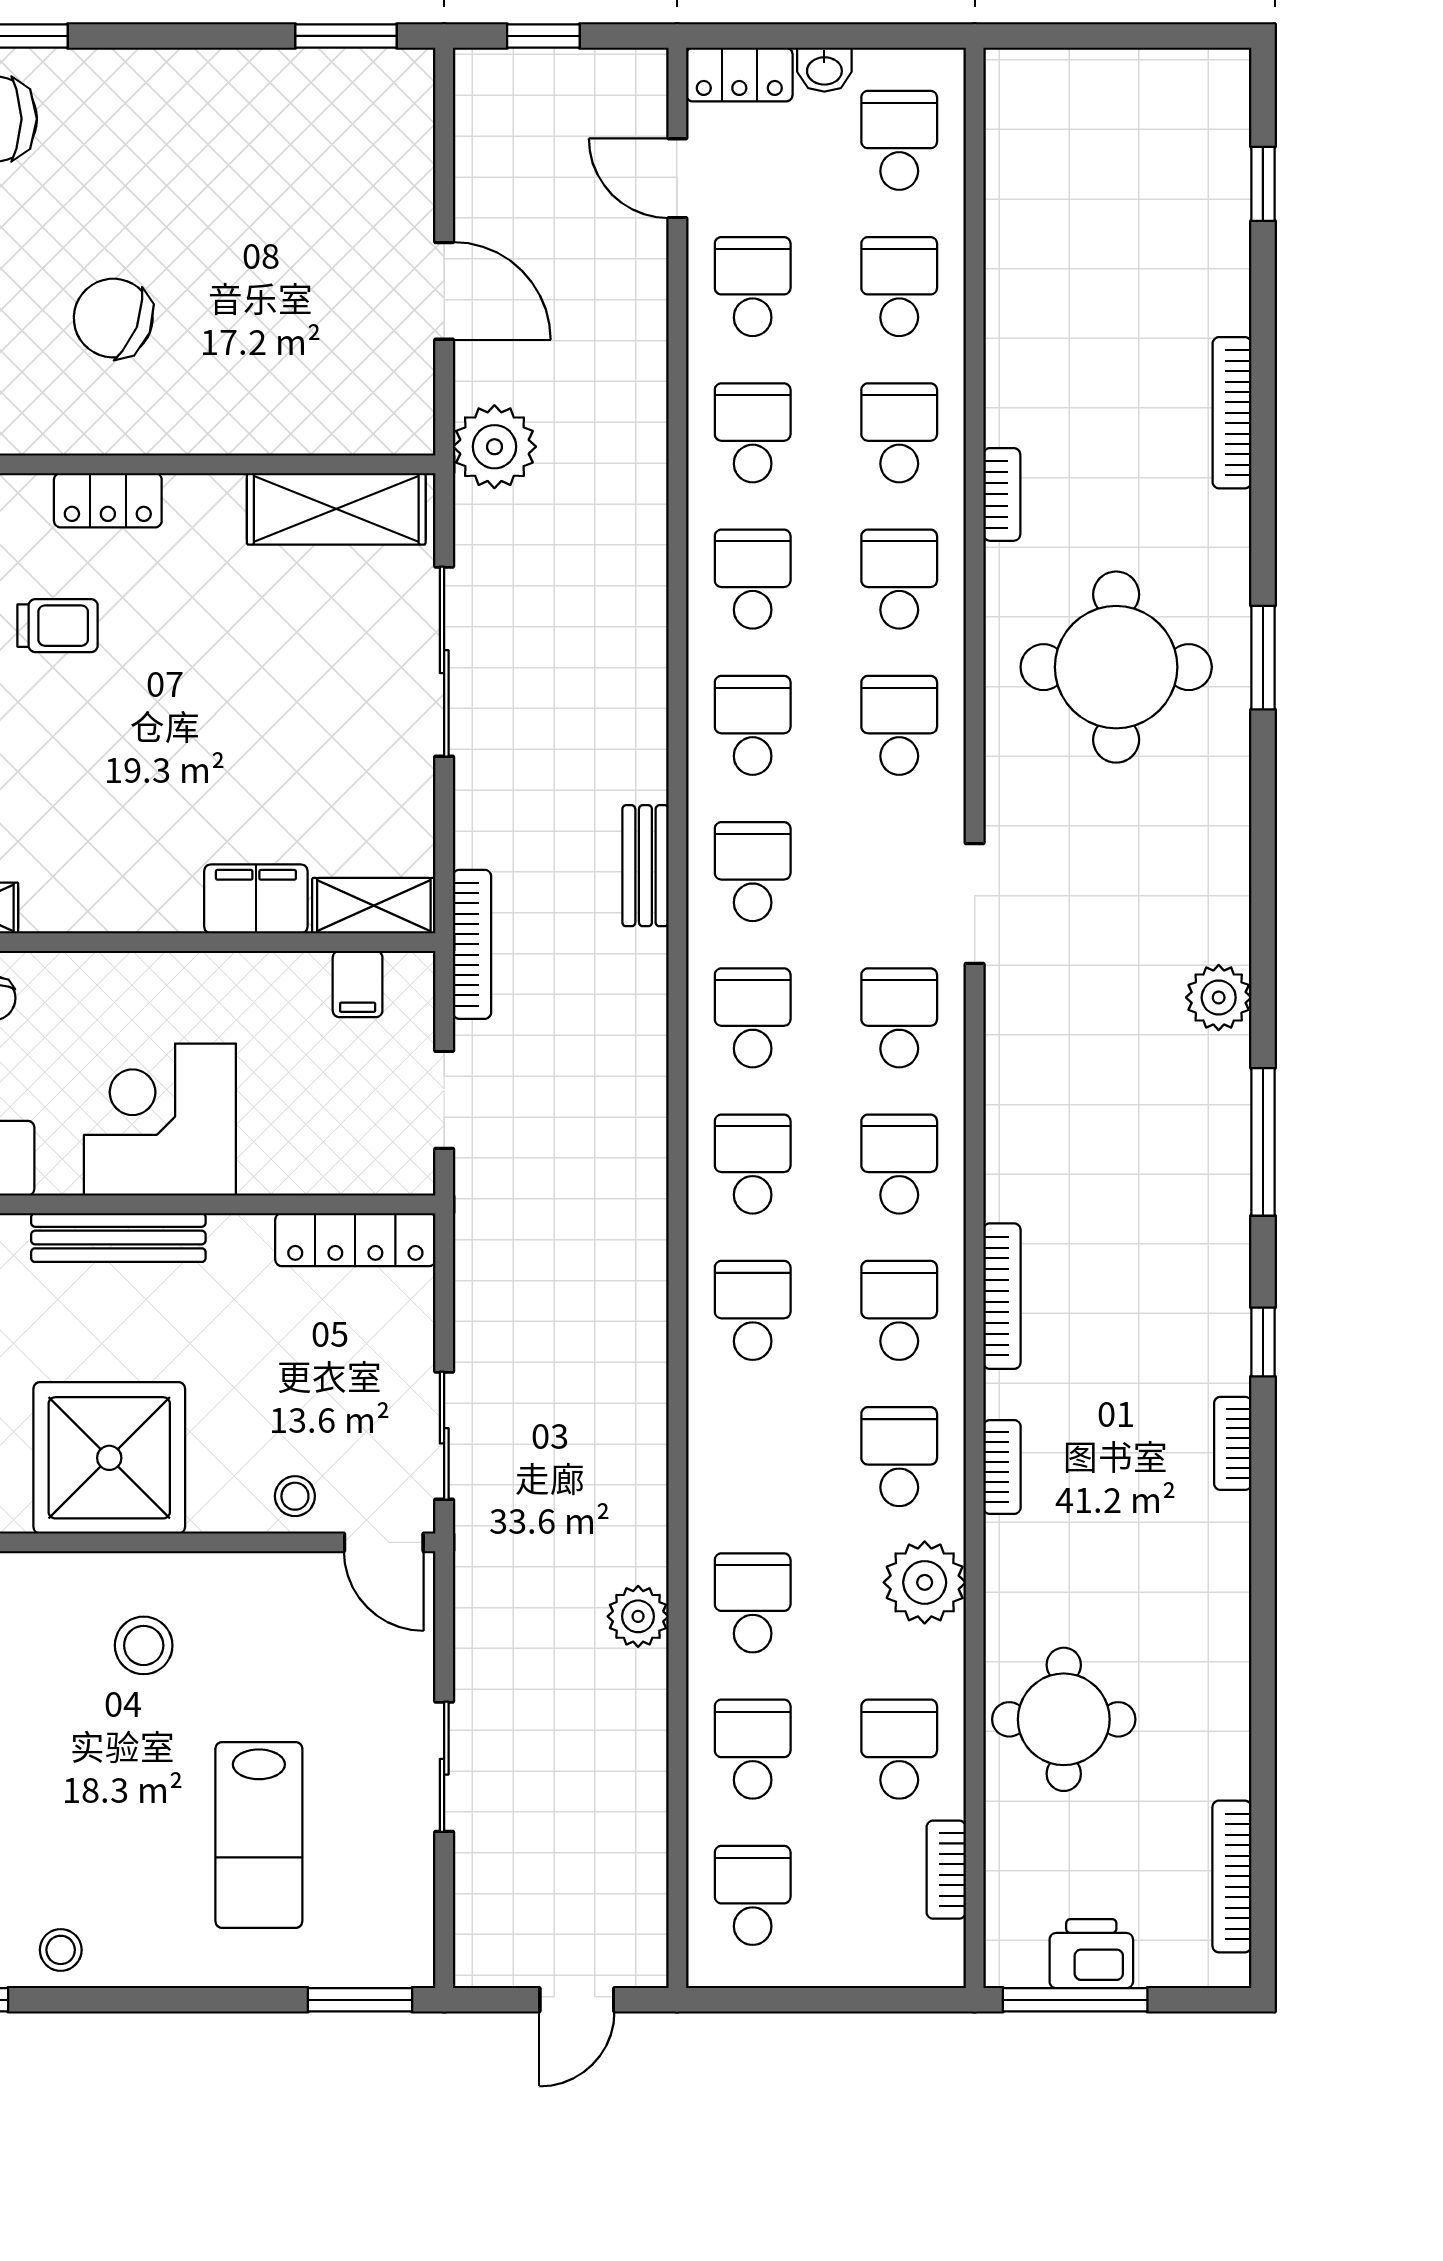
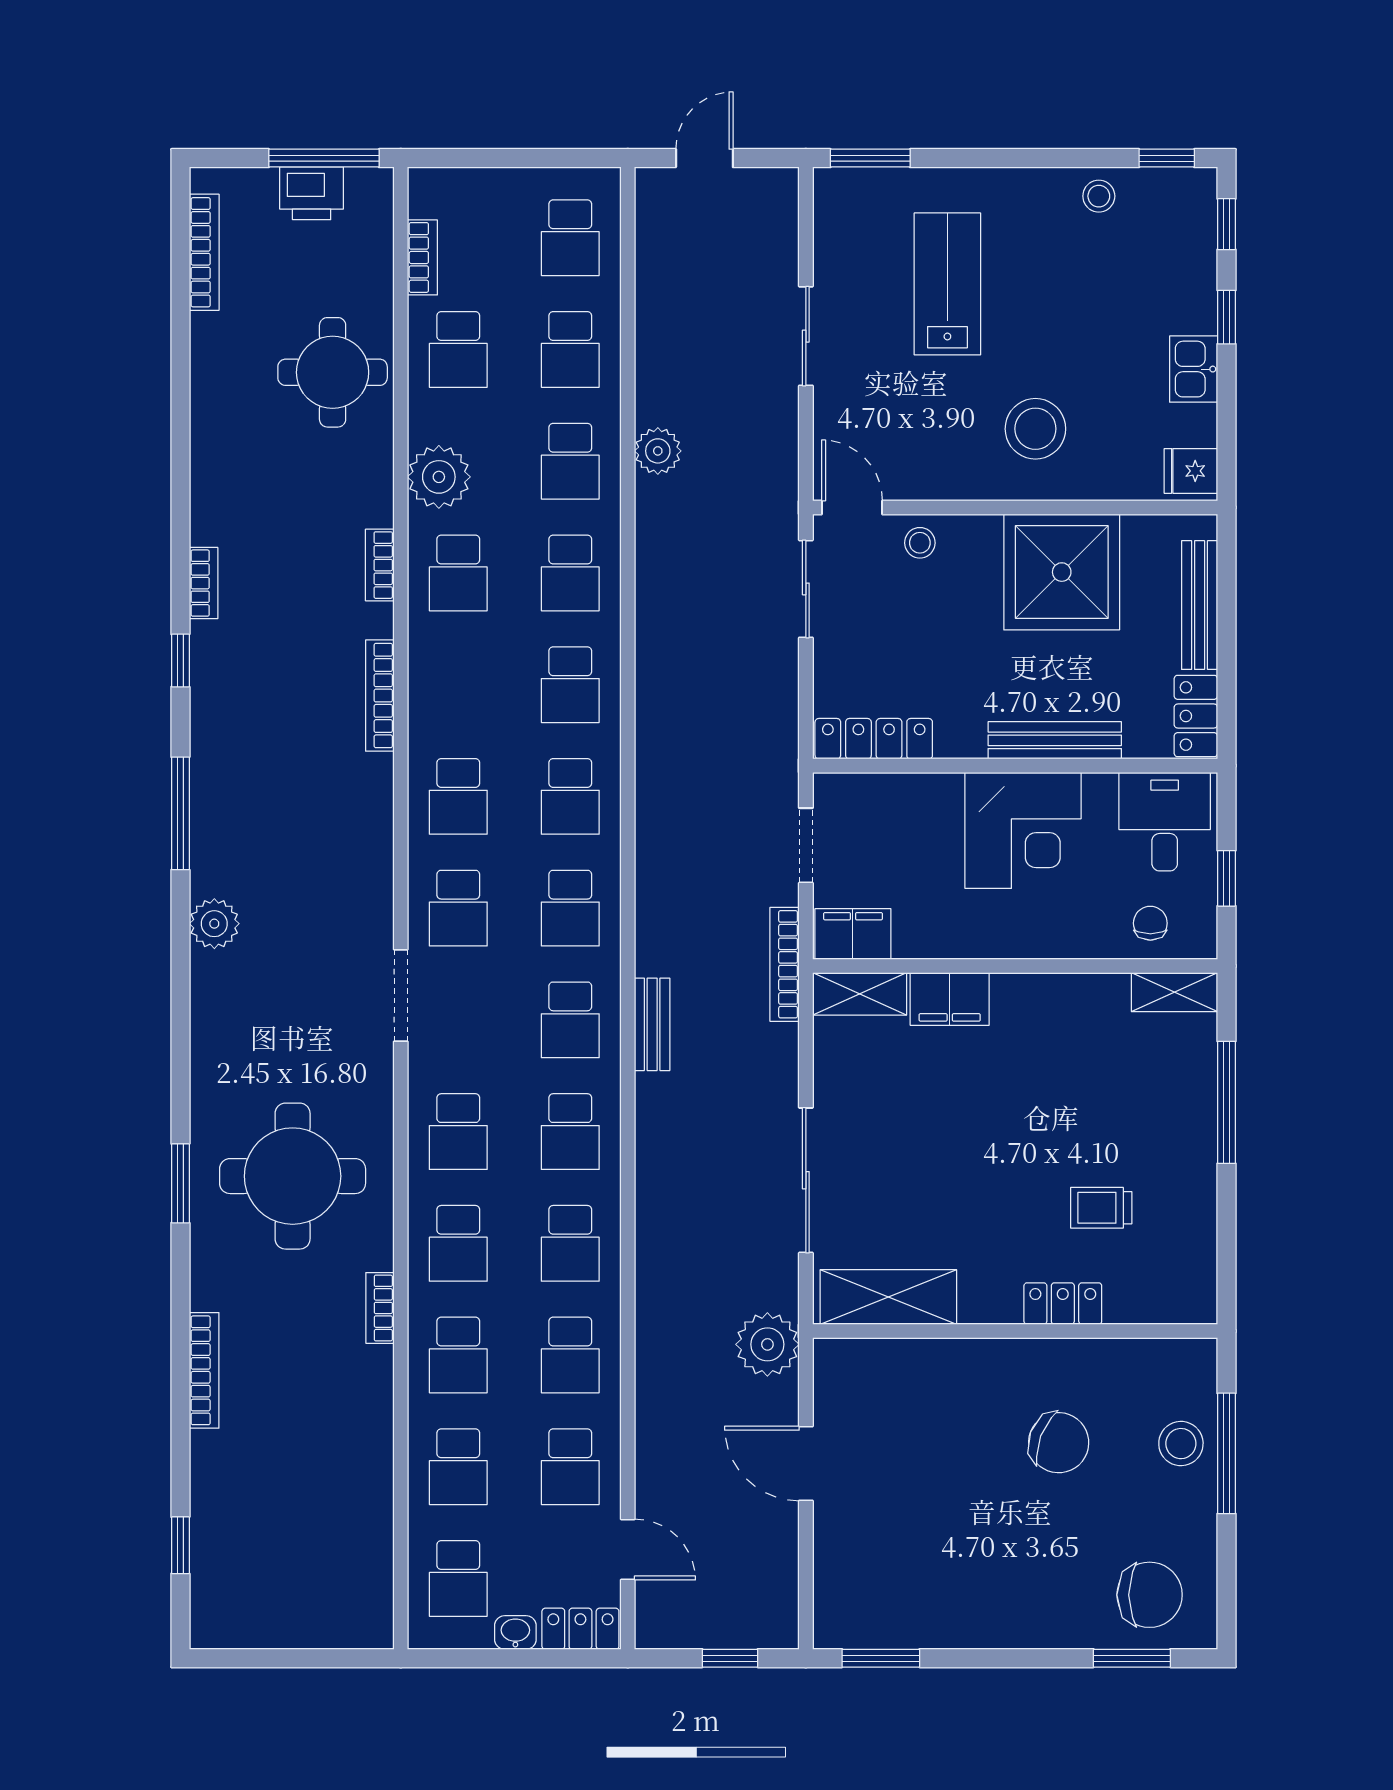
filing cabinet: (358, 984) -> (853, 934), width x2.00
school desk: (899, 1310) -> (570, 573), moved
stool: (144, 1645) -> (1035, 429), width x1.38, depth x1.38

